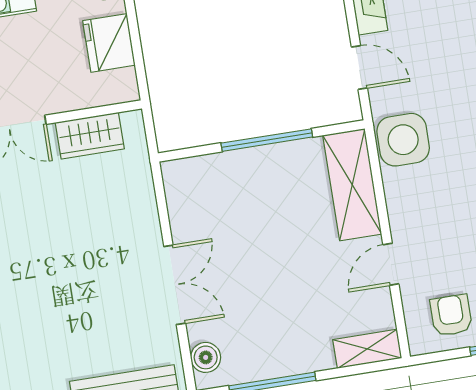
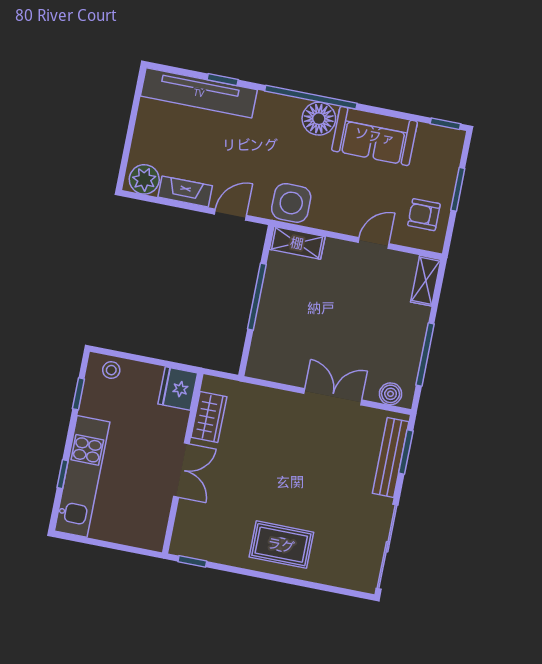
fridge: (109, 43) -> (178, 389), moved, turned 90
shelving: (352, 185) -> (297, 243), width x0.67, depth x0.75
door: (391, 264) -> (374, 243), swing flipped

